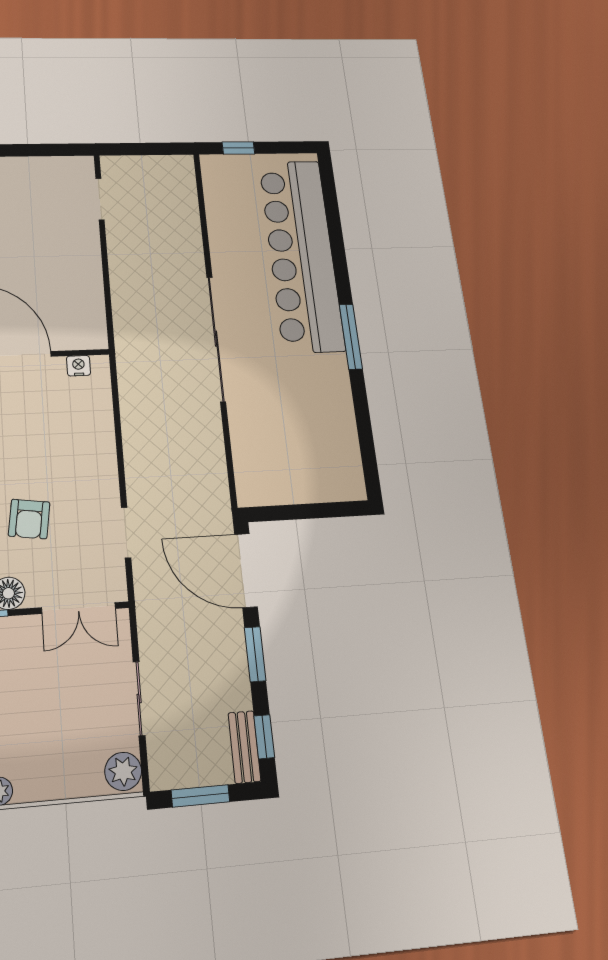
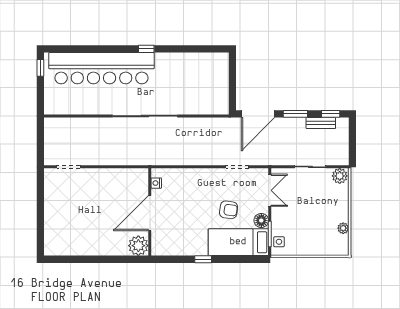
window: (238, 148) -> (40, 68), moved
window: (351, 337) -> (146, 49), width x0.46
bench: (244, 747) -> (321, 123), moved
window: (200, 796) -> (352, 144), removed

